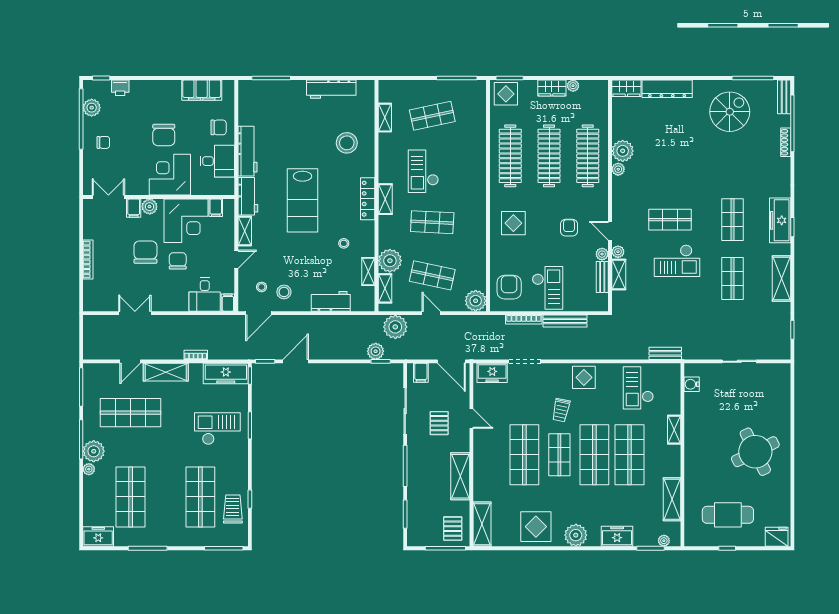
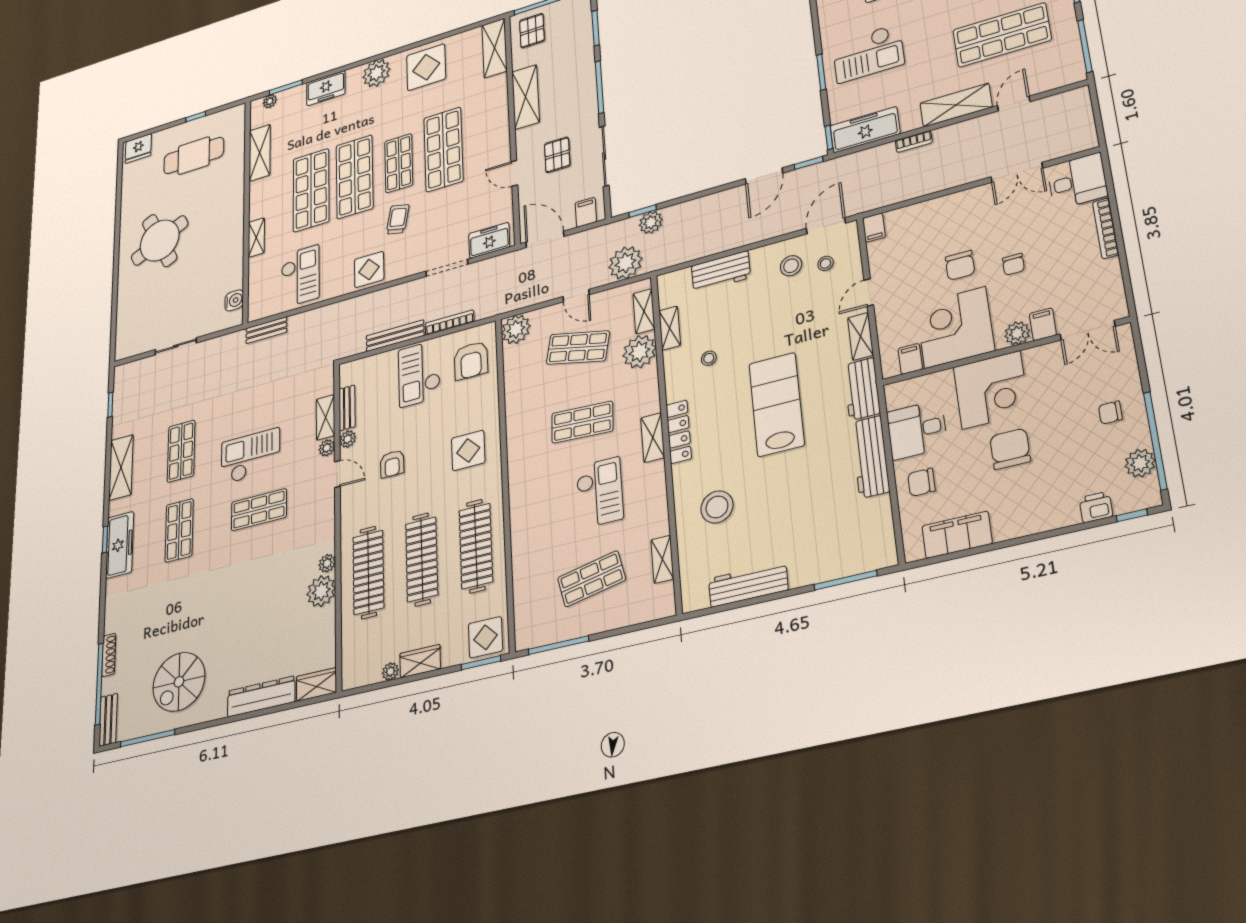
chair: (145, 252) -> (1013, 264), width x0.54, depth x0.54
desk: (205, 295) -> (1077, 181), moved, turned 90

